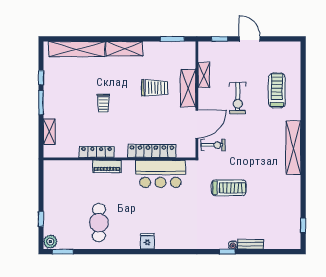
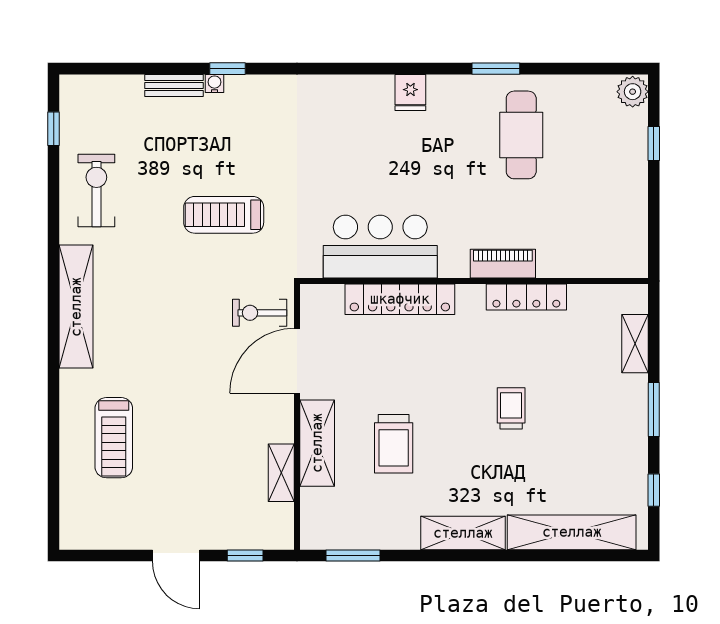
window: (41, 78) -> (654, 490), moved
trolley: (155, 88) -> (394, 444), turned -90
exercise bike: (238, 98) -> (96, 190), moved
window: (63, 252) -> (496, 69), moved

